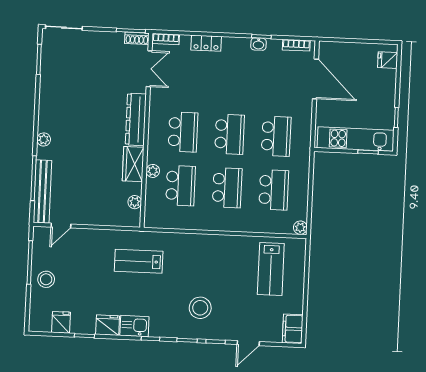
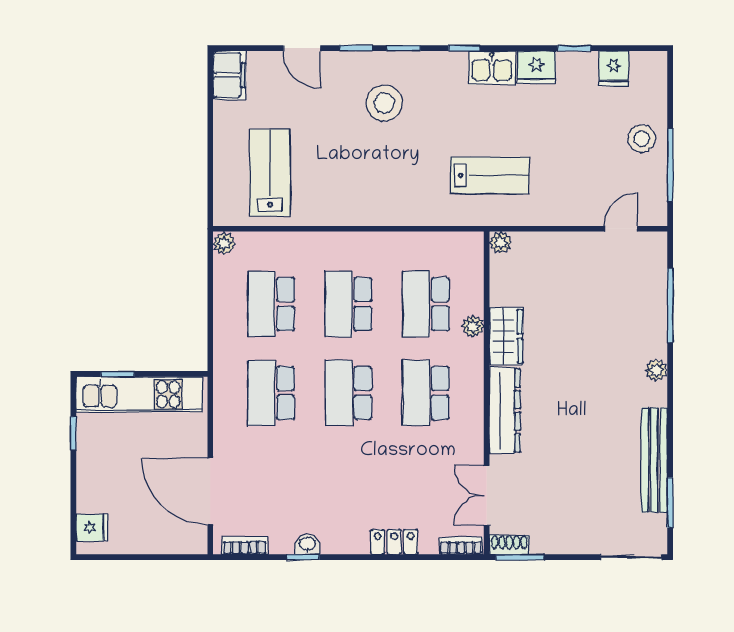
bench: (42, 192) -> (654, 460), moved
plant: (135, 202) -> (501, 243), moved
door: (248, 343) -> (302, 48), swing flipped

